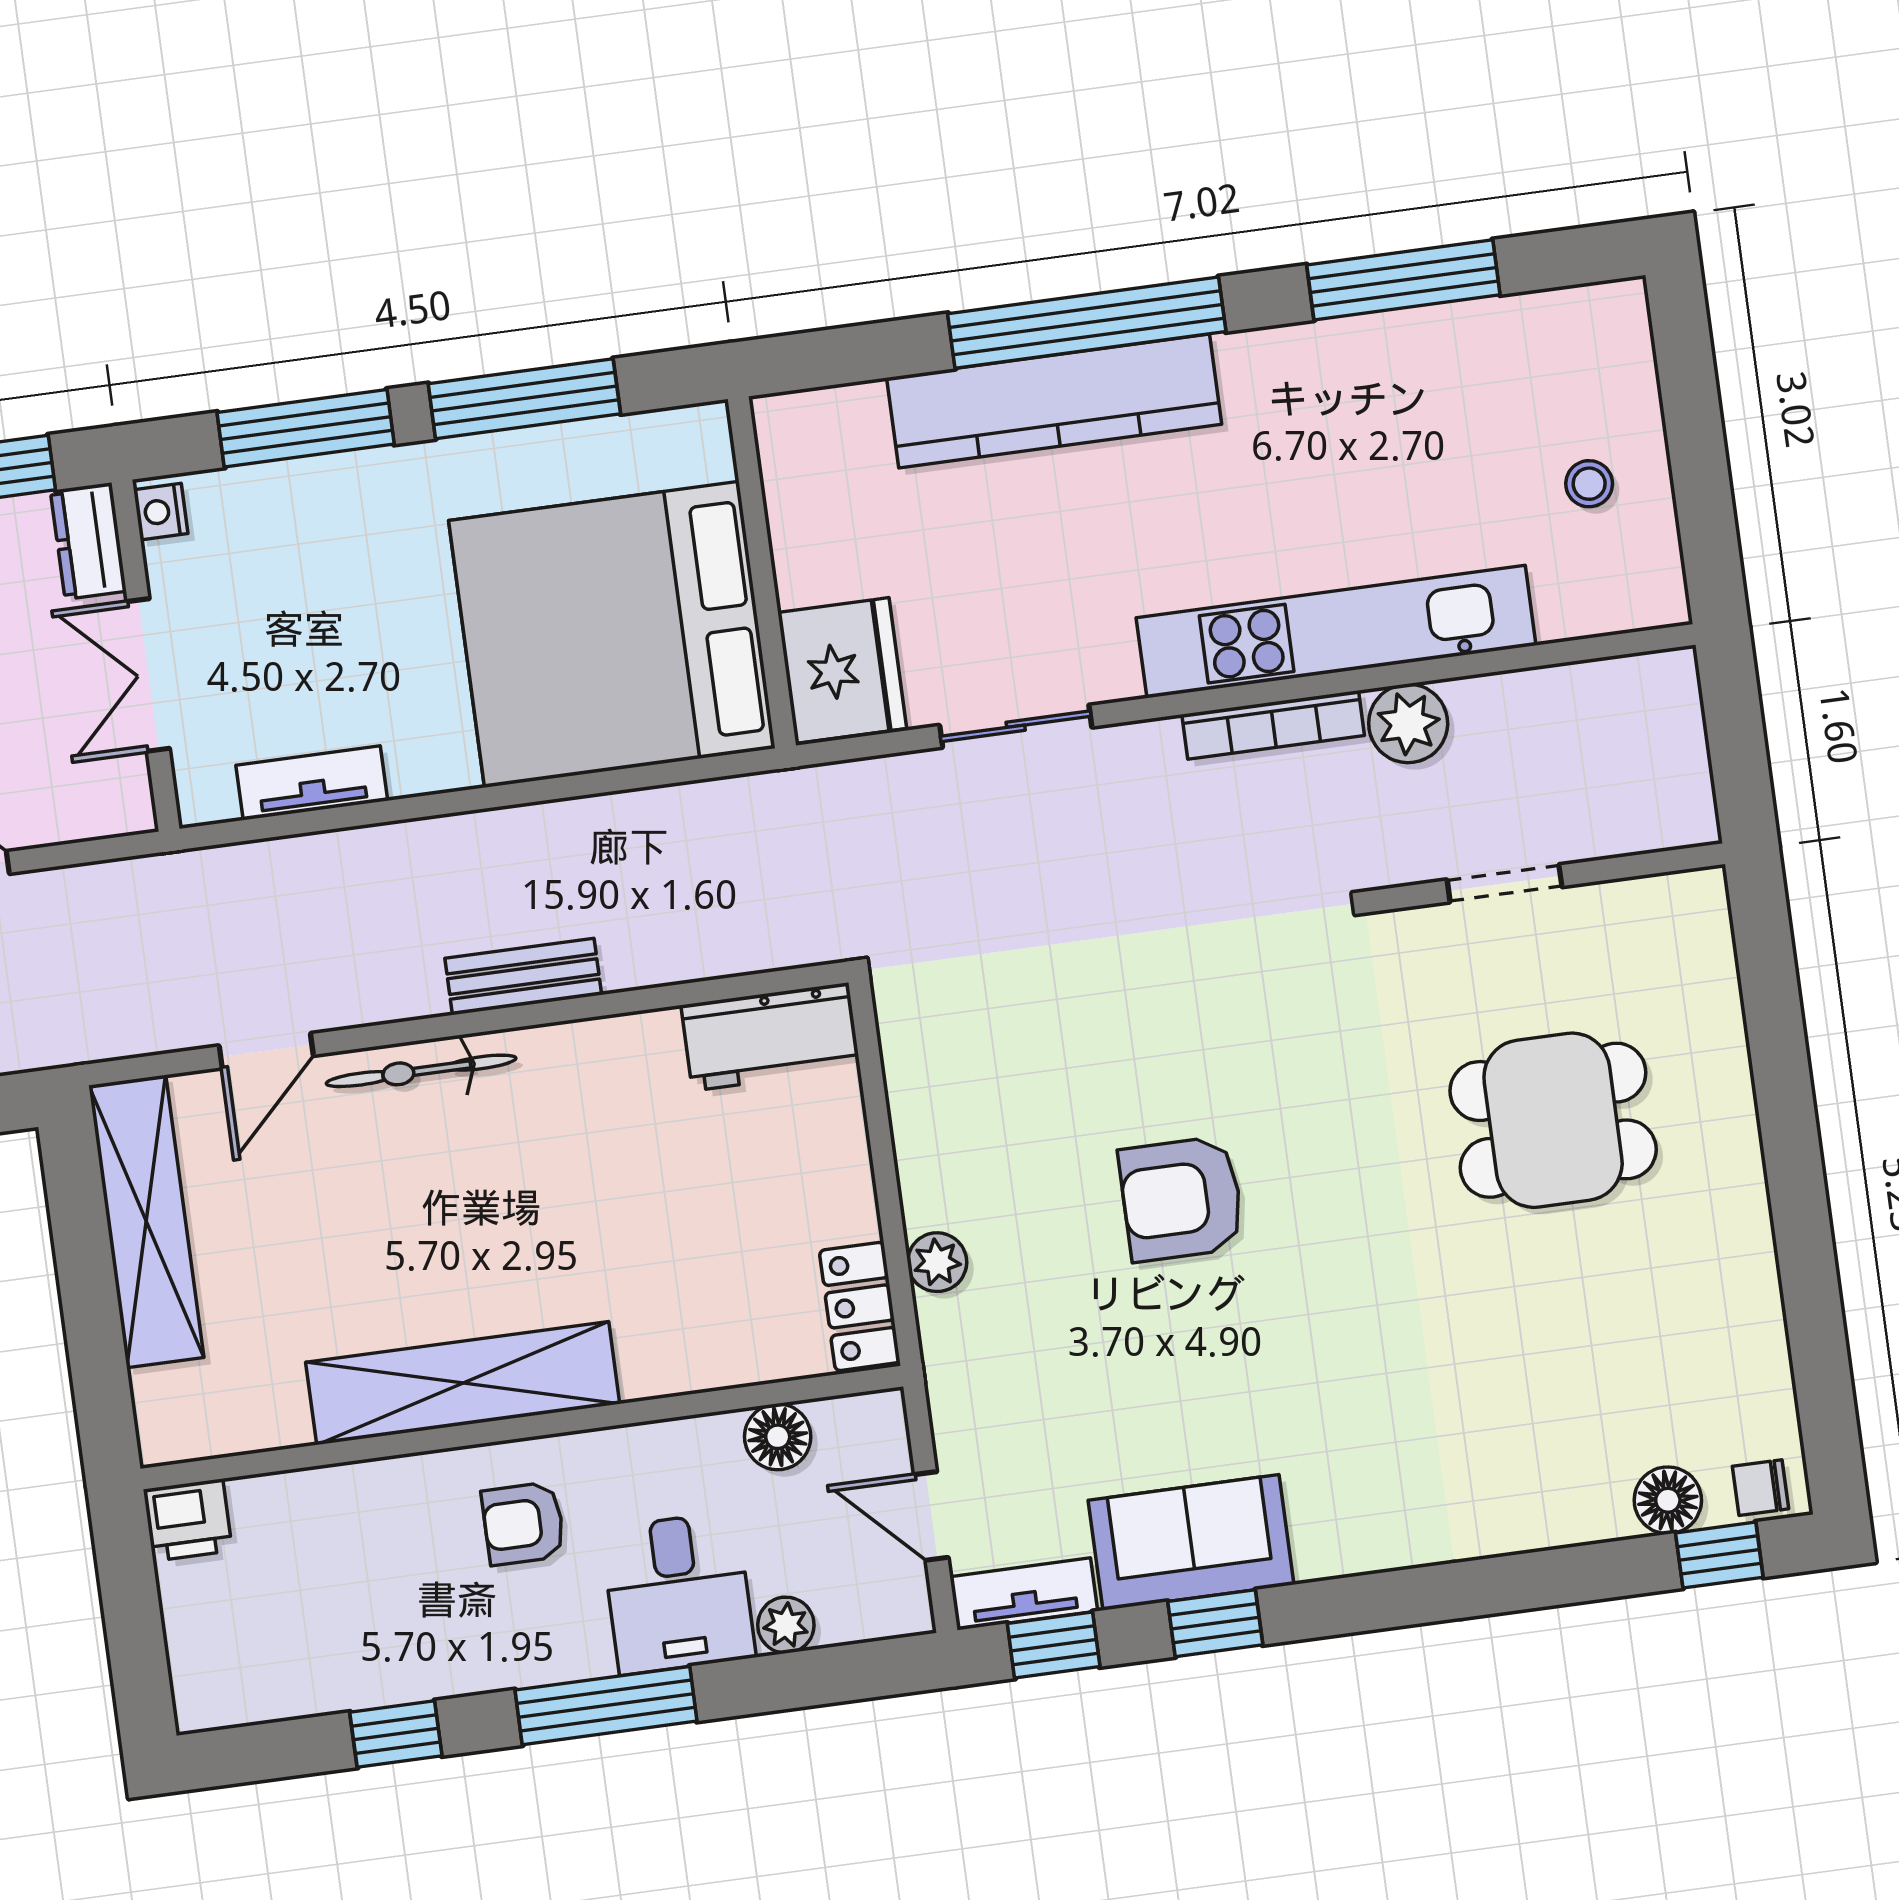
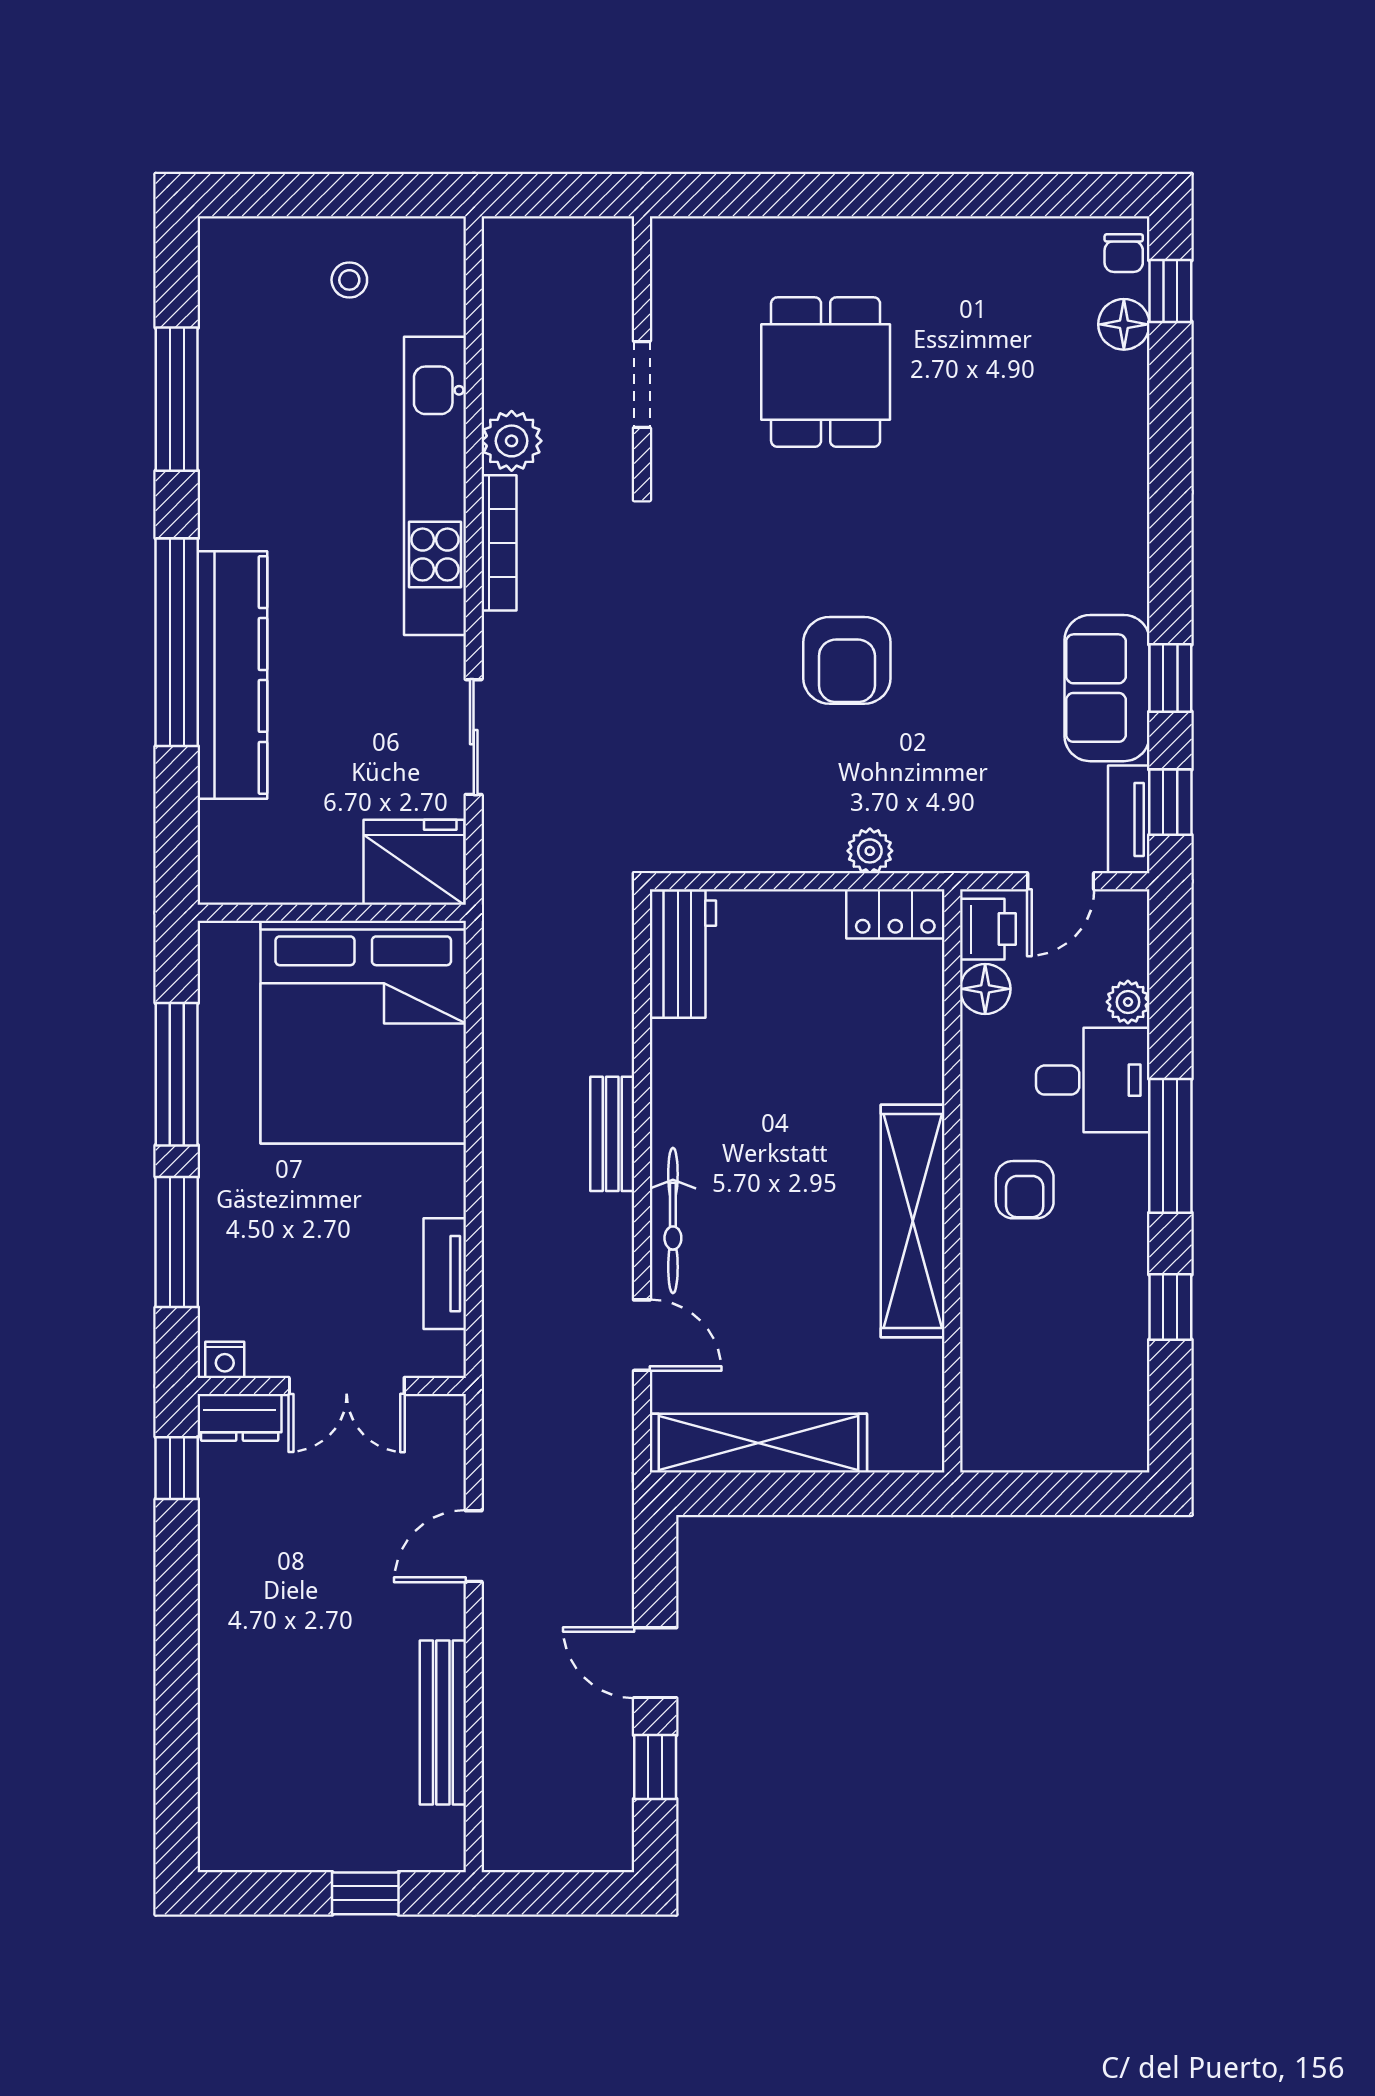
printer: (188, 1520) -> (988, 929), moved

